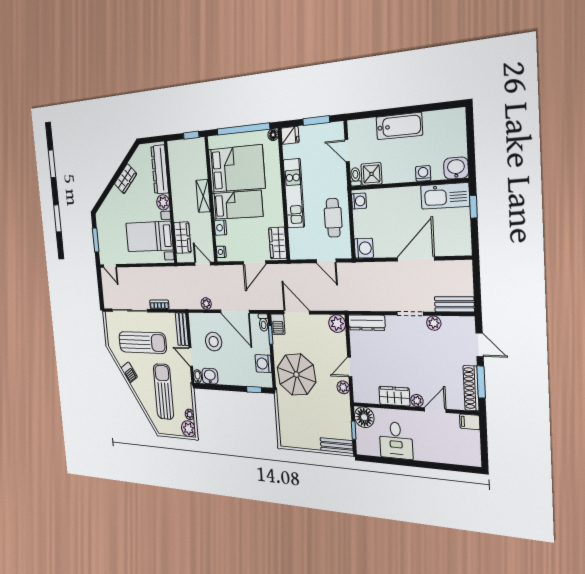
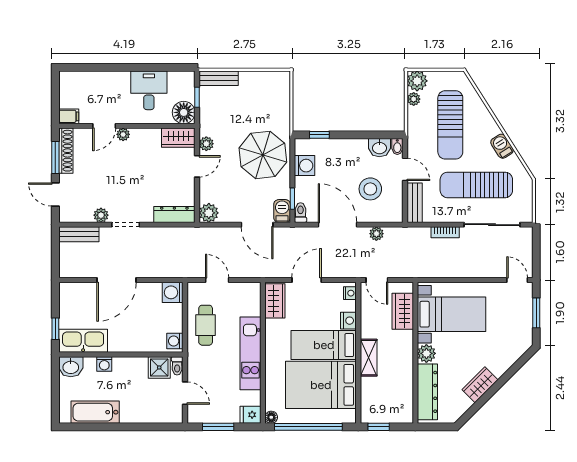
bathtub: (399, 126) -> (95, 412), moved
wardrobe: (394, 396) -> (178, 138), moved

